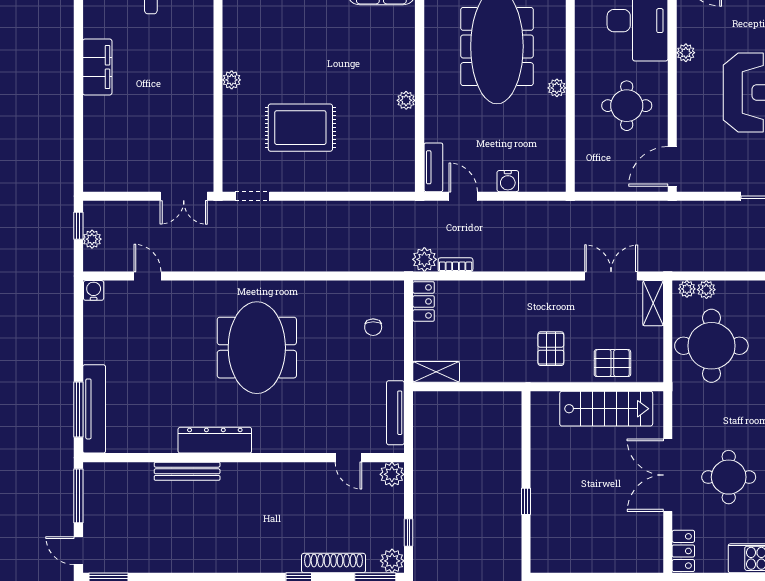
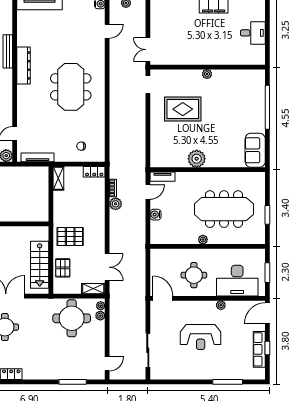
plant: (406, 100) -> (197, 159), width x1.88, depth x1.88
rug: (300, 128) -> (183, 109), turned 90
plant: (424, 259) -> (116, 204), moved
meeting table: (257, 348) -> (71, 87), turned 90
pallet: (551, 349) -> (70, 237), width x1.50, depth x1.42

